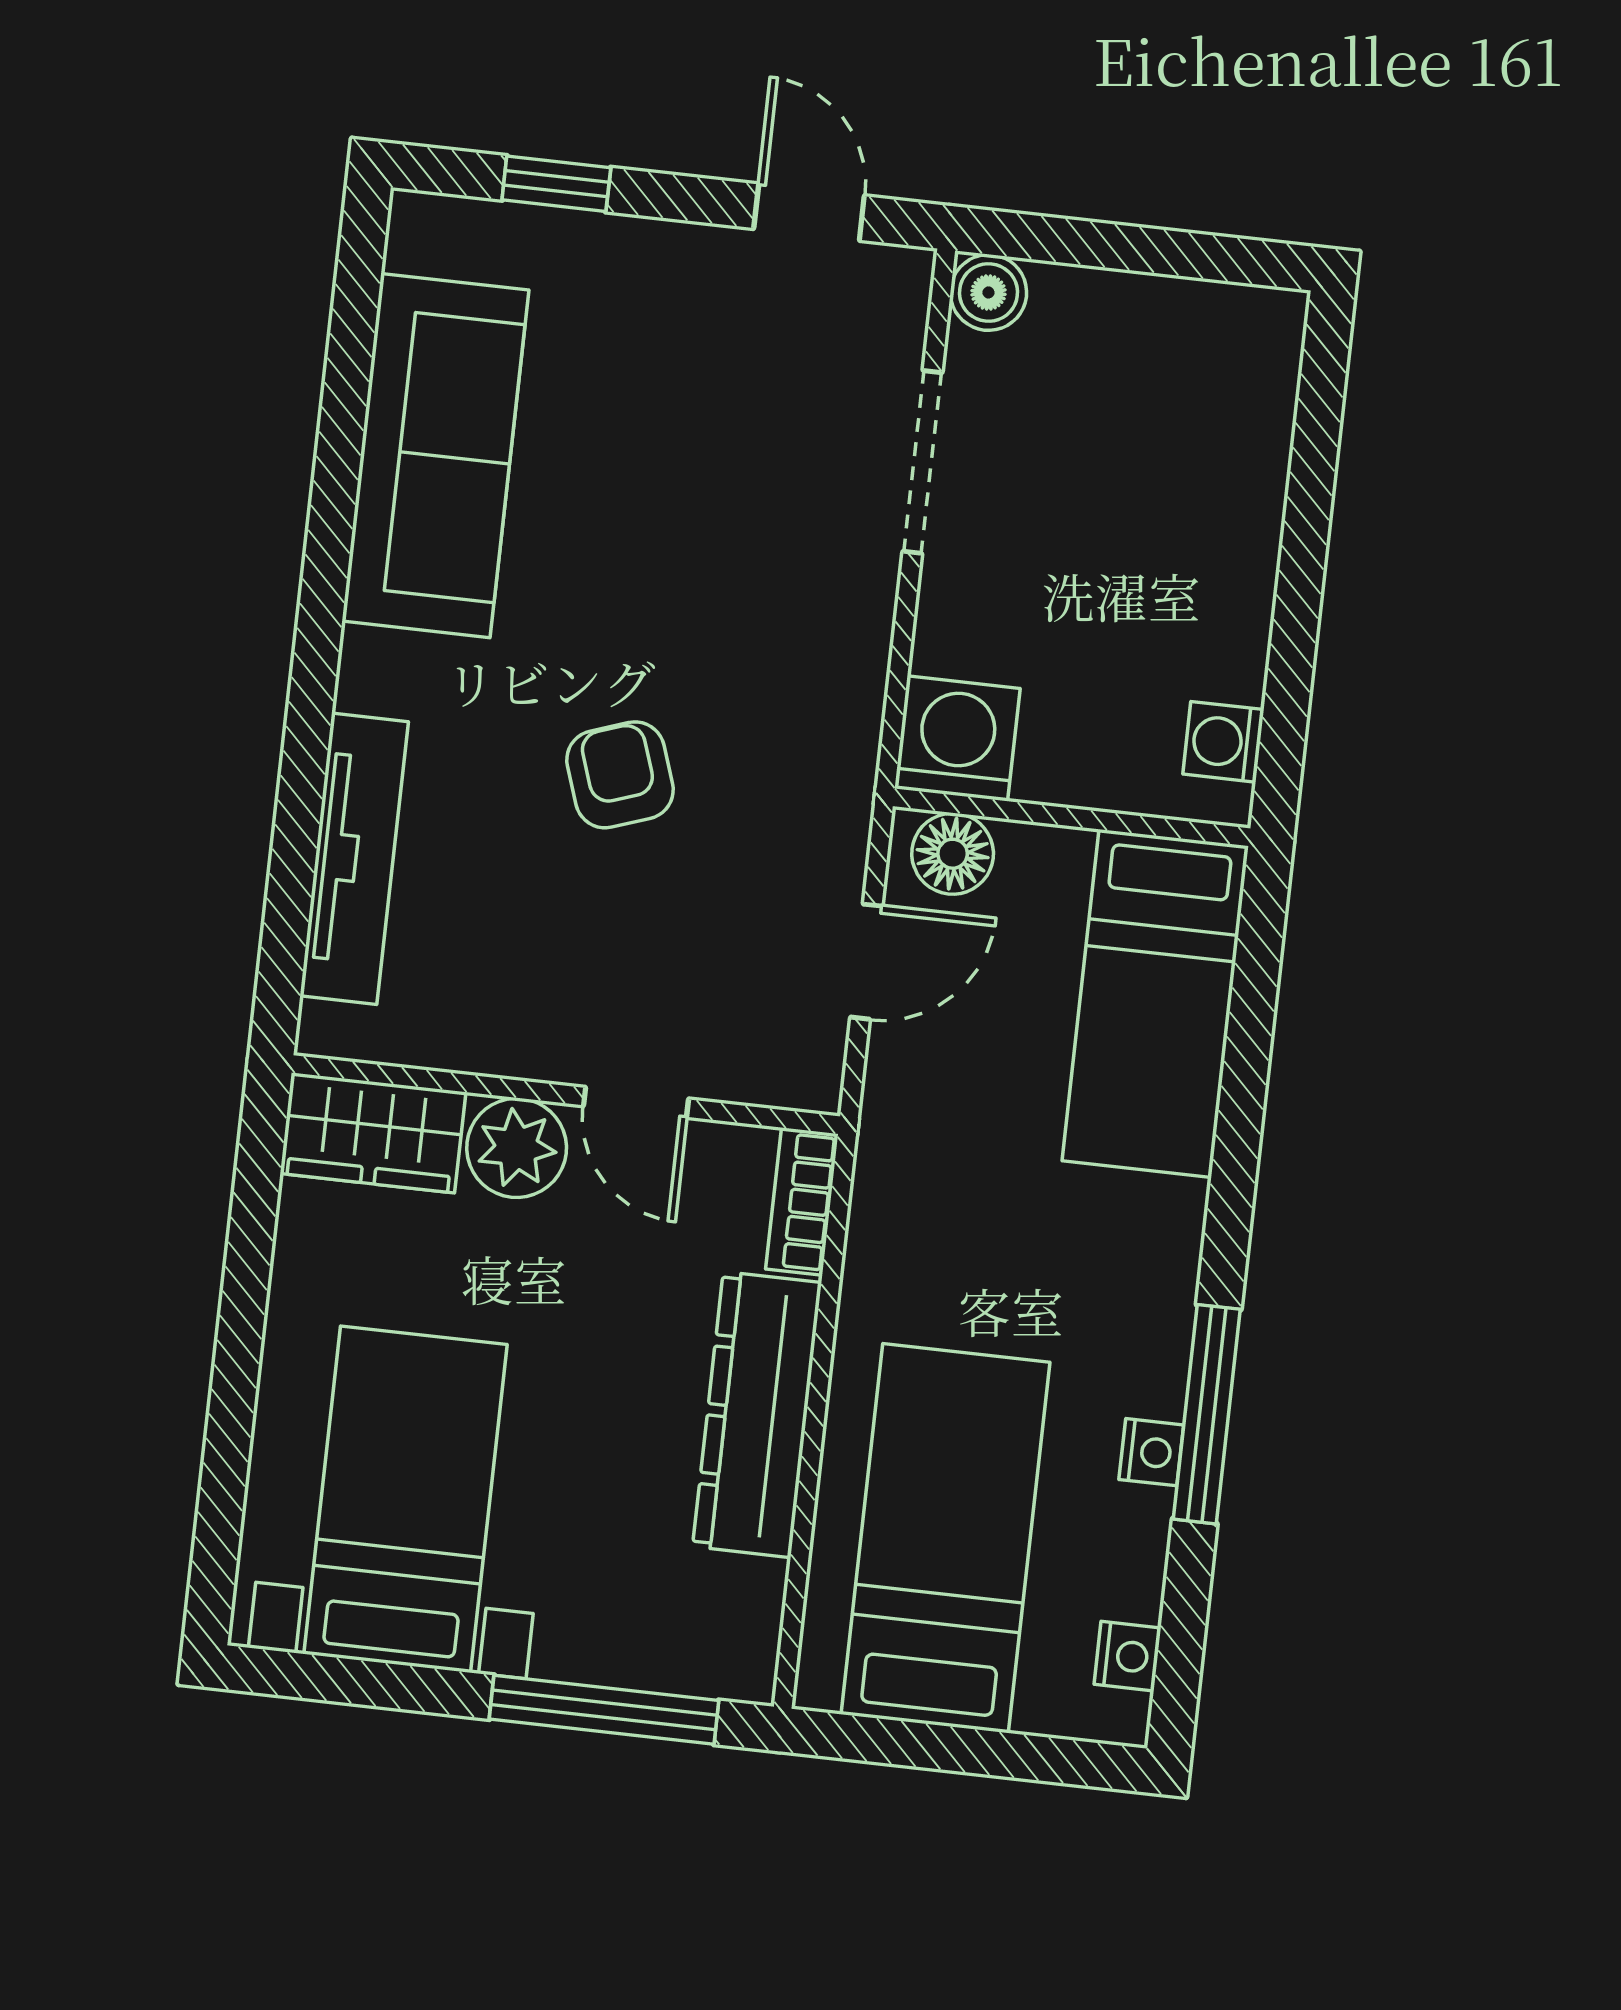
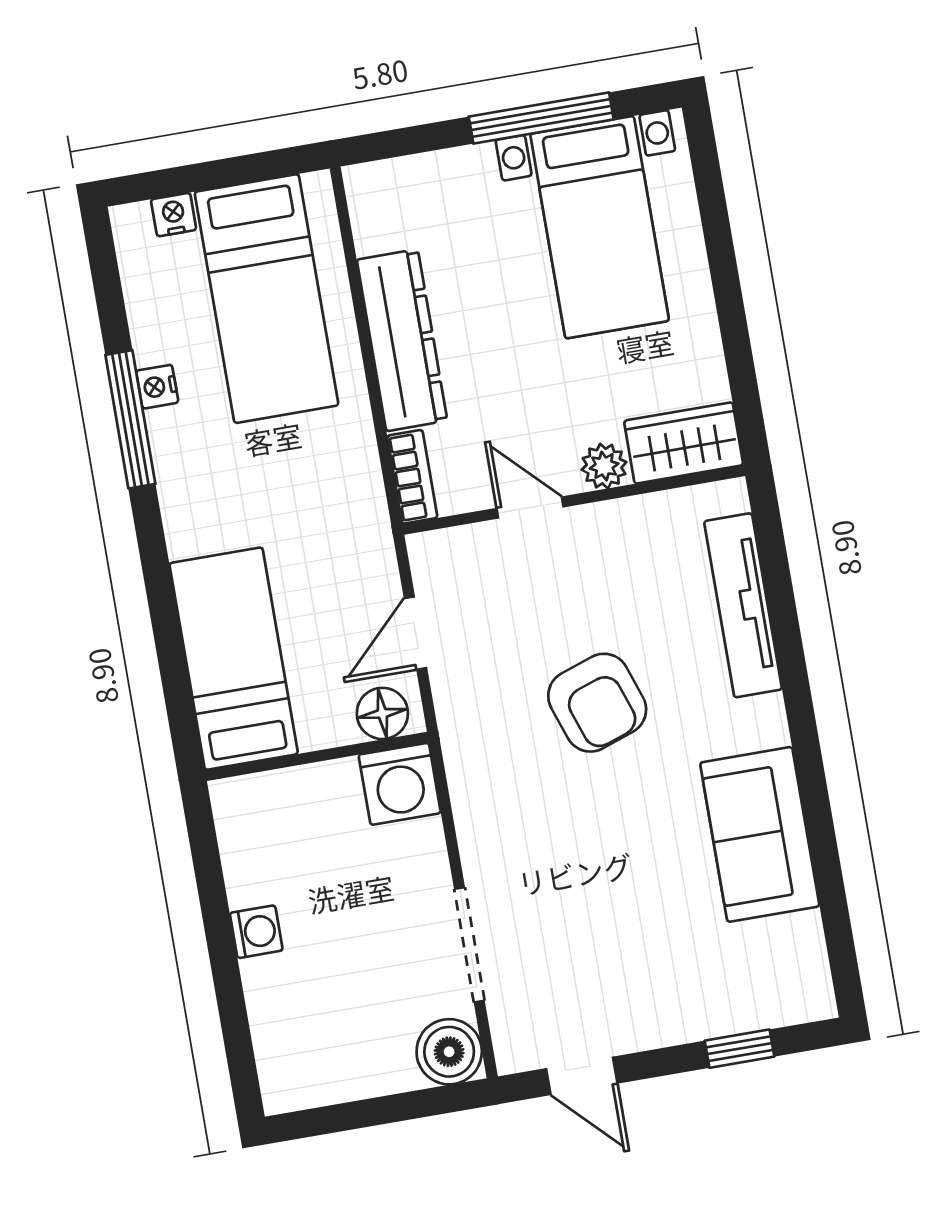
boiler: (988, 292) -> (449, 1052), width x1.36, depth x1.36
sofa: (435, 456) -> (760, 834), width x0.73
washing machine: (1223, 742) -> (256, 932), moved
armchair: (620, 775) -> (597, 703), width x1.38, depth x1.38
plant: (517, 1148) -> (604, 466), width x0.73, depth x0.73
nightstand: (1127, 1656) -> (174, 215), moved, turned 90
window: (604, 1710) -> (541, 118), moved

